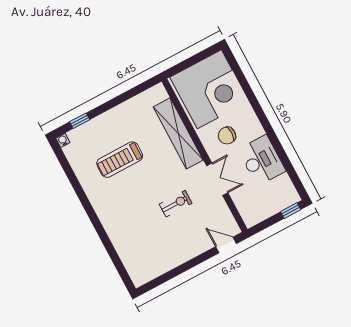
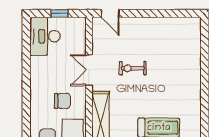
desk: (262, 160) -> (45, 36), moved
window: (291, 211) -> (59, 13), moved

